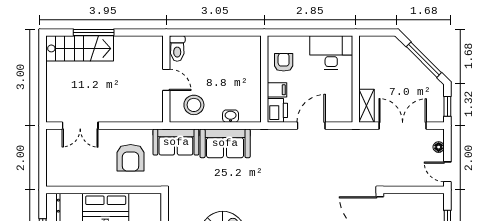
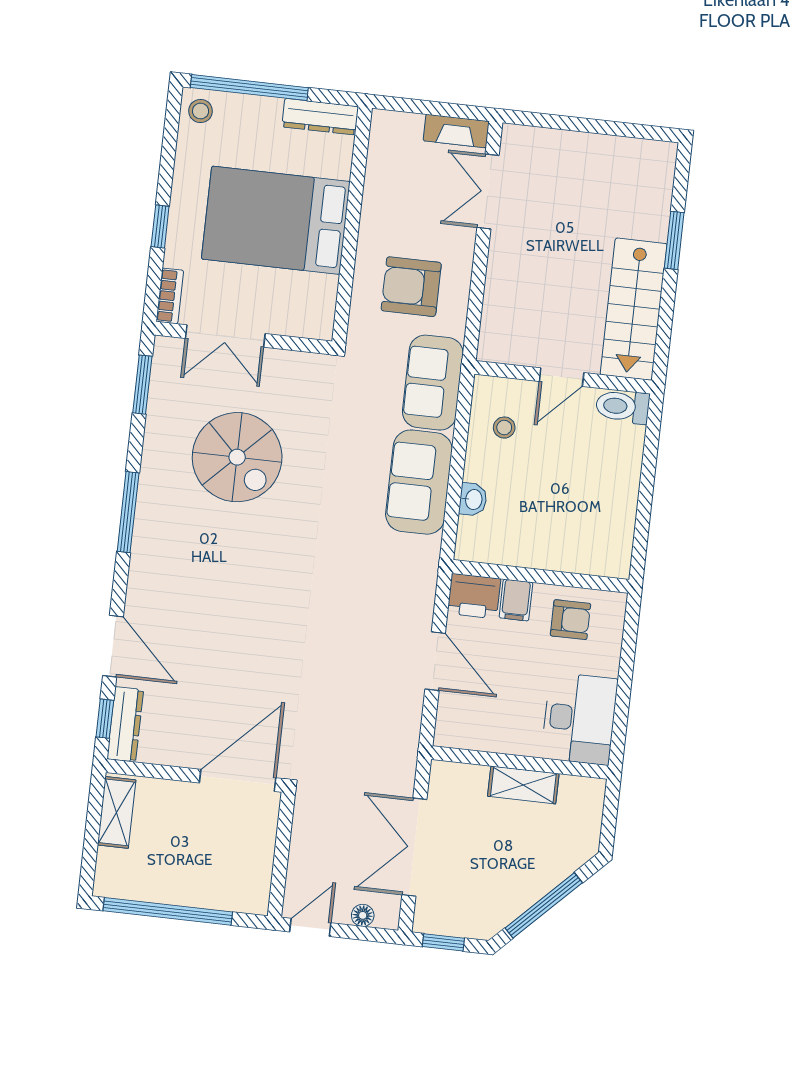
window: (94, 33) -> (674, 240), width x0.69
stairs: (80, 48) -> (634, 309), moved
stool: (194, 105) -> (504, 428), width x0.53, depth x0.53
shelving: (367, 106) -> (523, 785), moved
double door: (403, 126) -> (414, 847), swing flipped
fireplace: (52, 144) -> (456, 131), added

